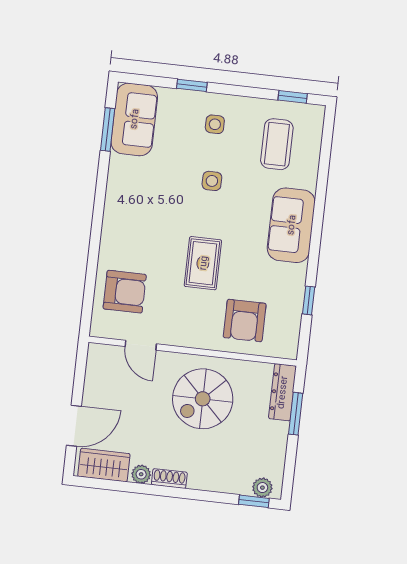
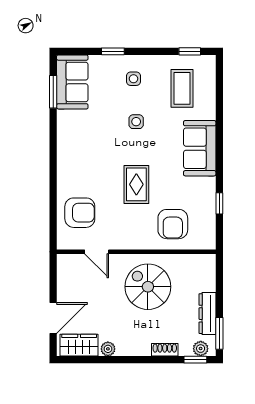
dresser: (282, 392) -> (208, 314), moved
spiral stairs: (203, 399) -> (148, 287), turned 90
window: (296, 414) -> (219, 333), moved
shoe rack: (169, 479) -> (165, 350), moved

